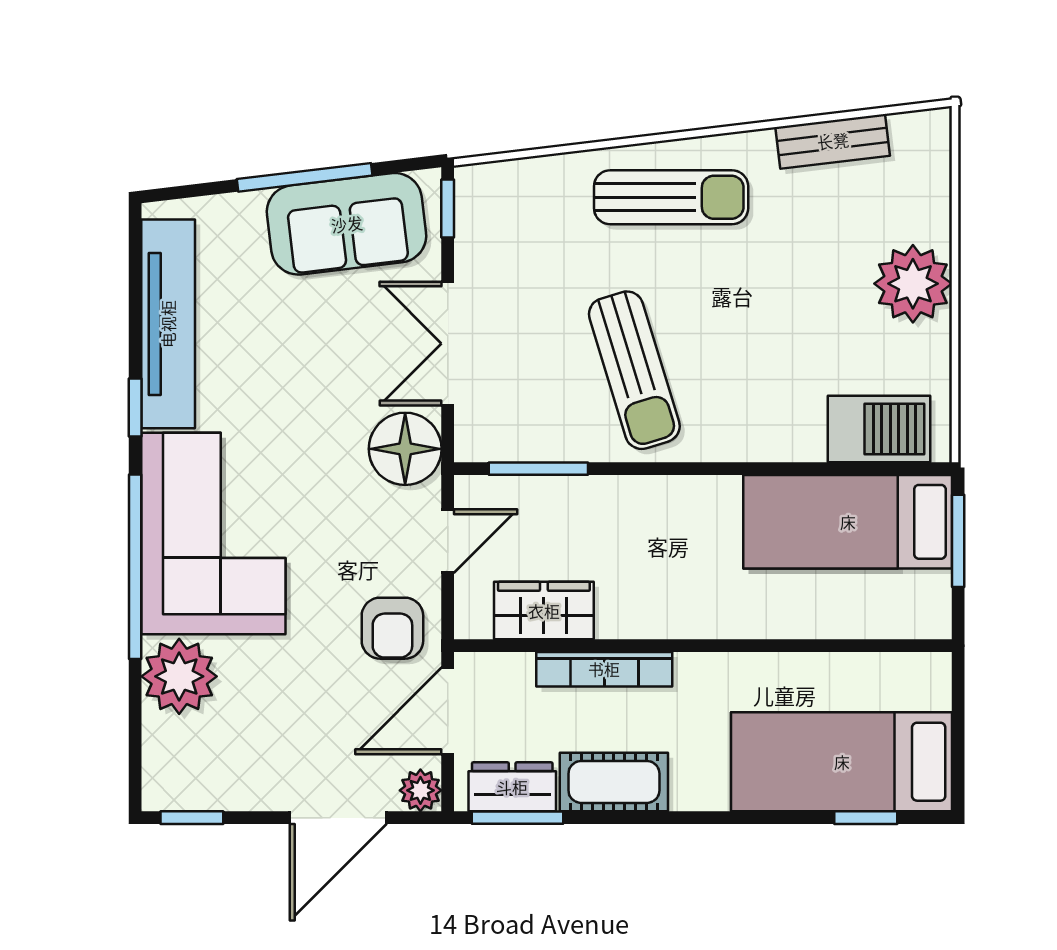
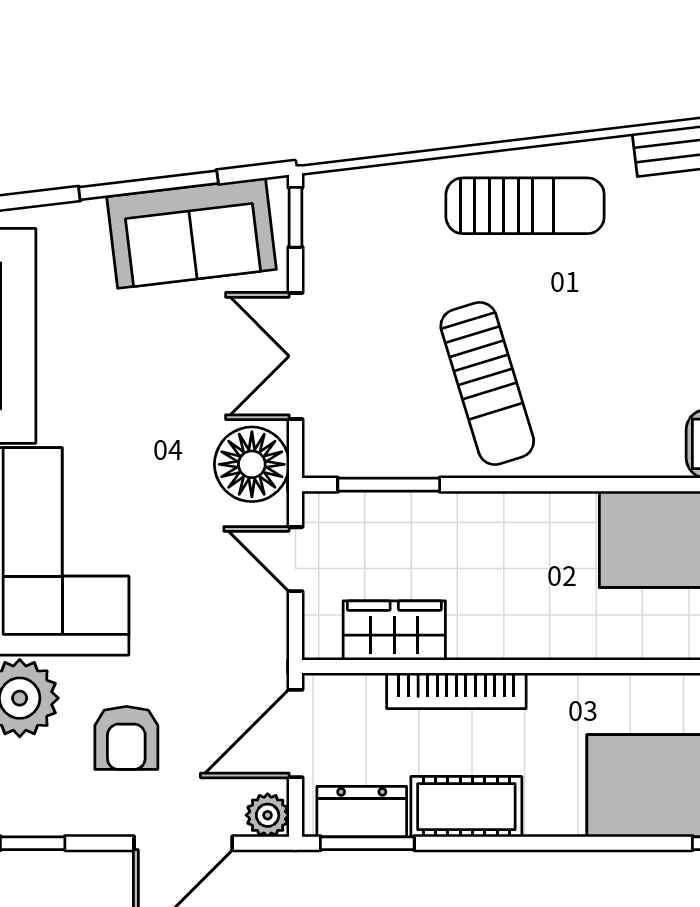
door: (448, 541) -> (296, 559), swing flipped
armchair: (392, 628) -> (126, 738), moved

